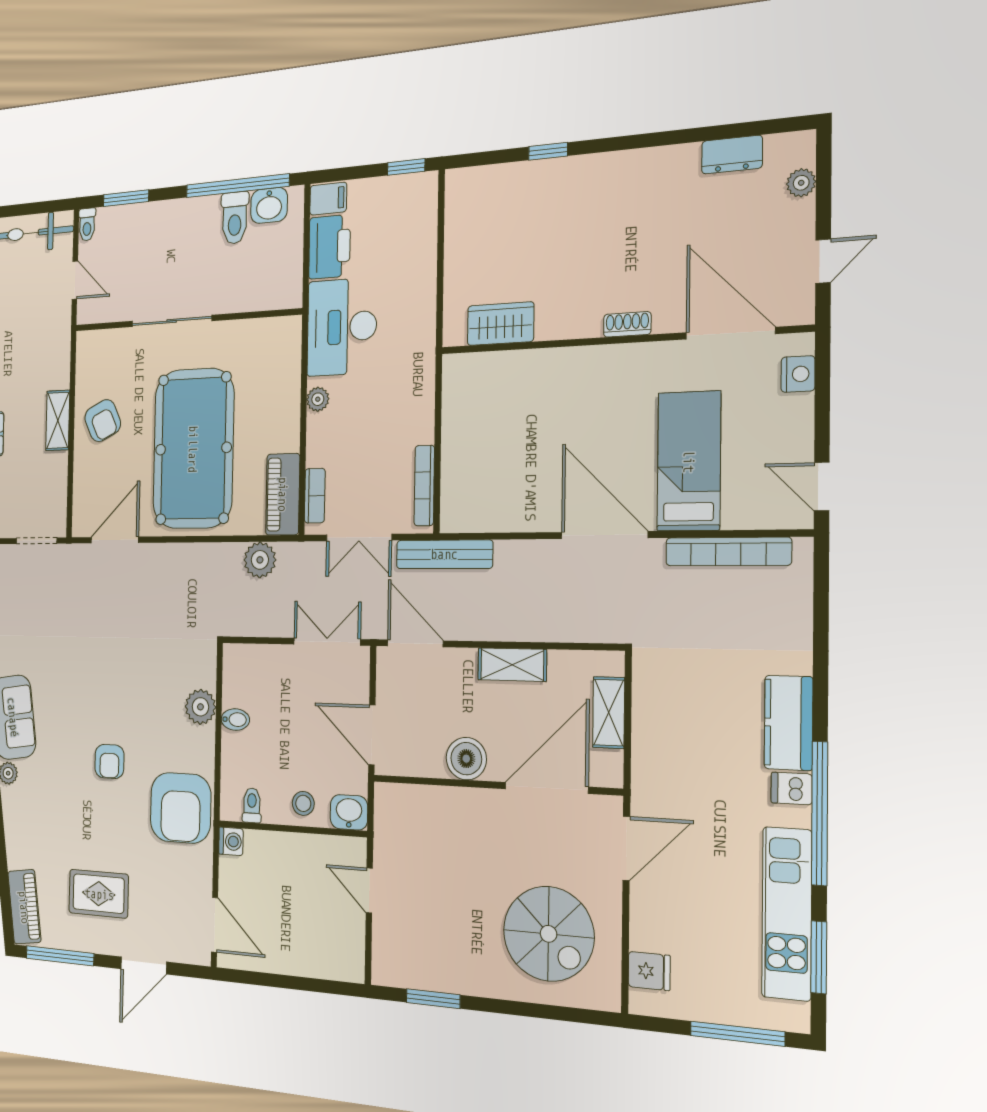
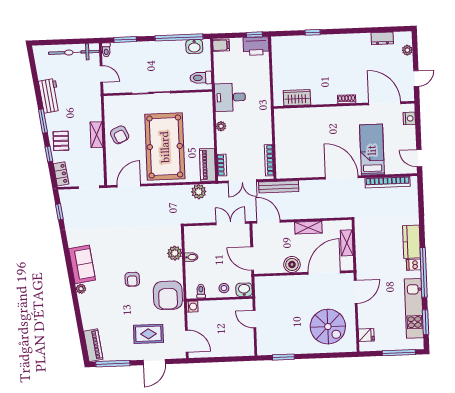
toilet: (235, 218) -> (201, 78), moved, turned 90
printer: (329, 247) -> (256, 46), moved, turned 90
desk: (342, 327) -> (230, 97), width x0.73
rug: (99, 894) -> (148, 334), moved

